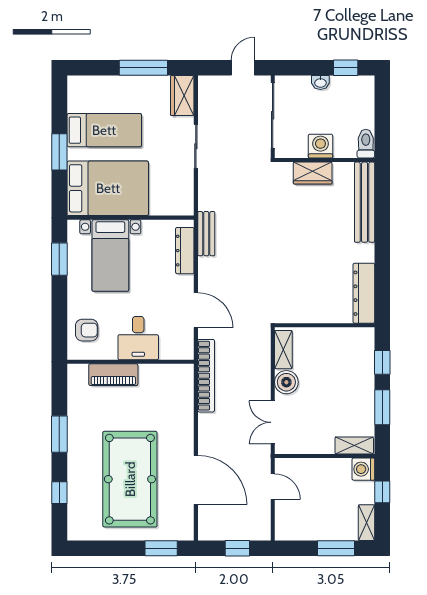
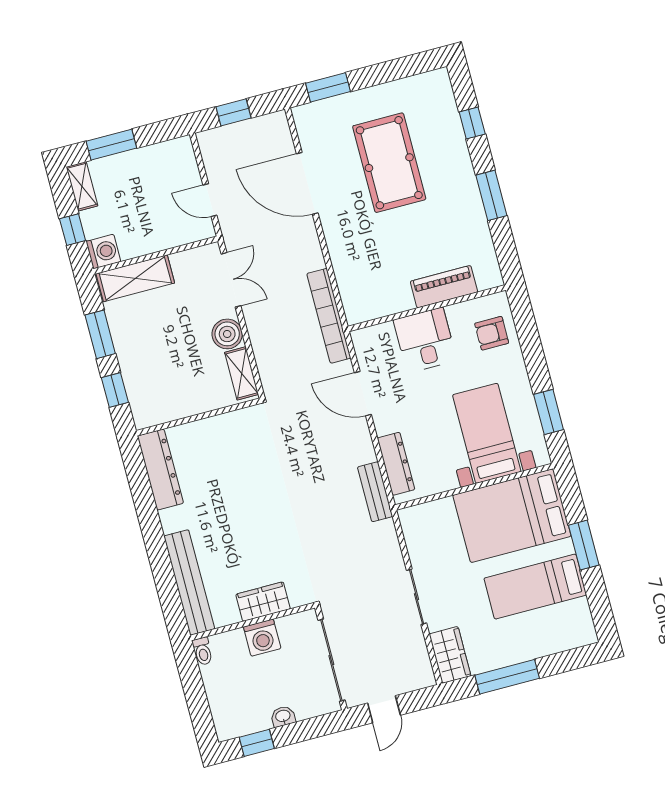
toilet: (366, 144) -> (203, 651), width x0.73, depth x0.72
shelving: (354, 445) -> (135, 278), width x1.50, depth x1.33
pool table: (130, 479) -> (389, 163), width x0.73, depth x0.76

